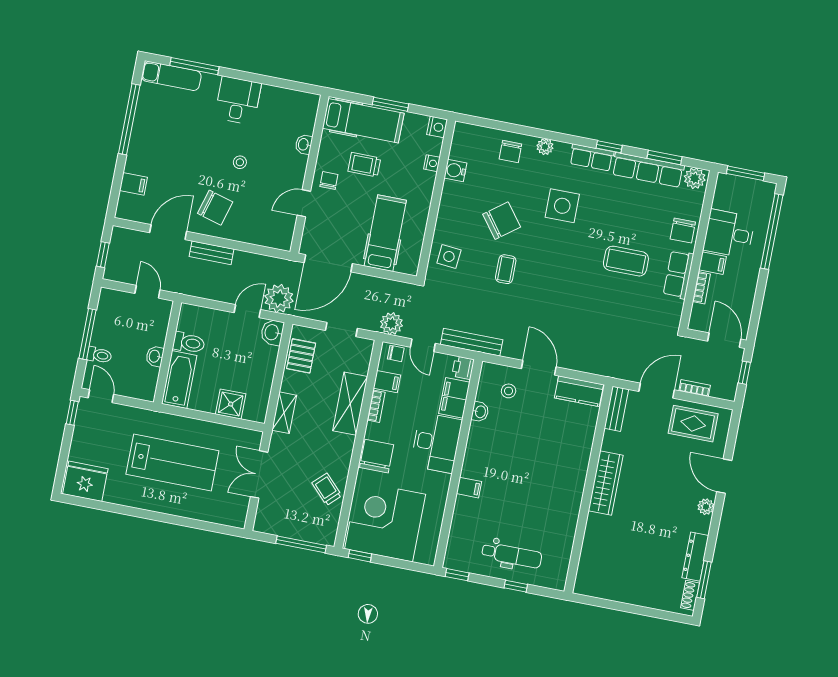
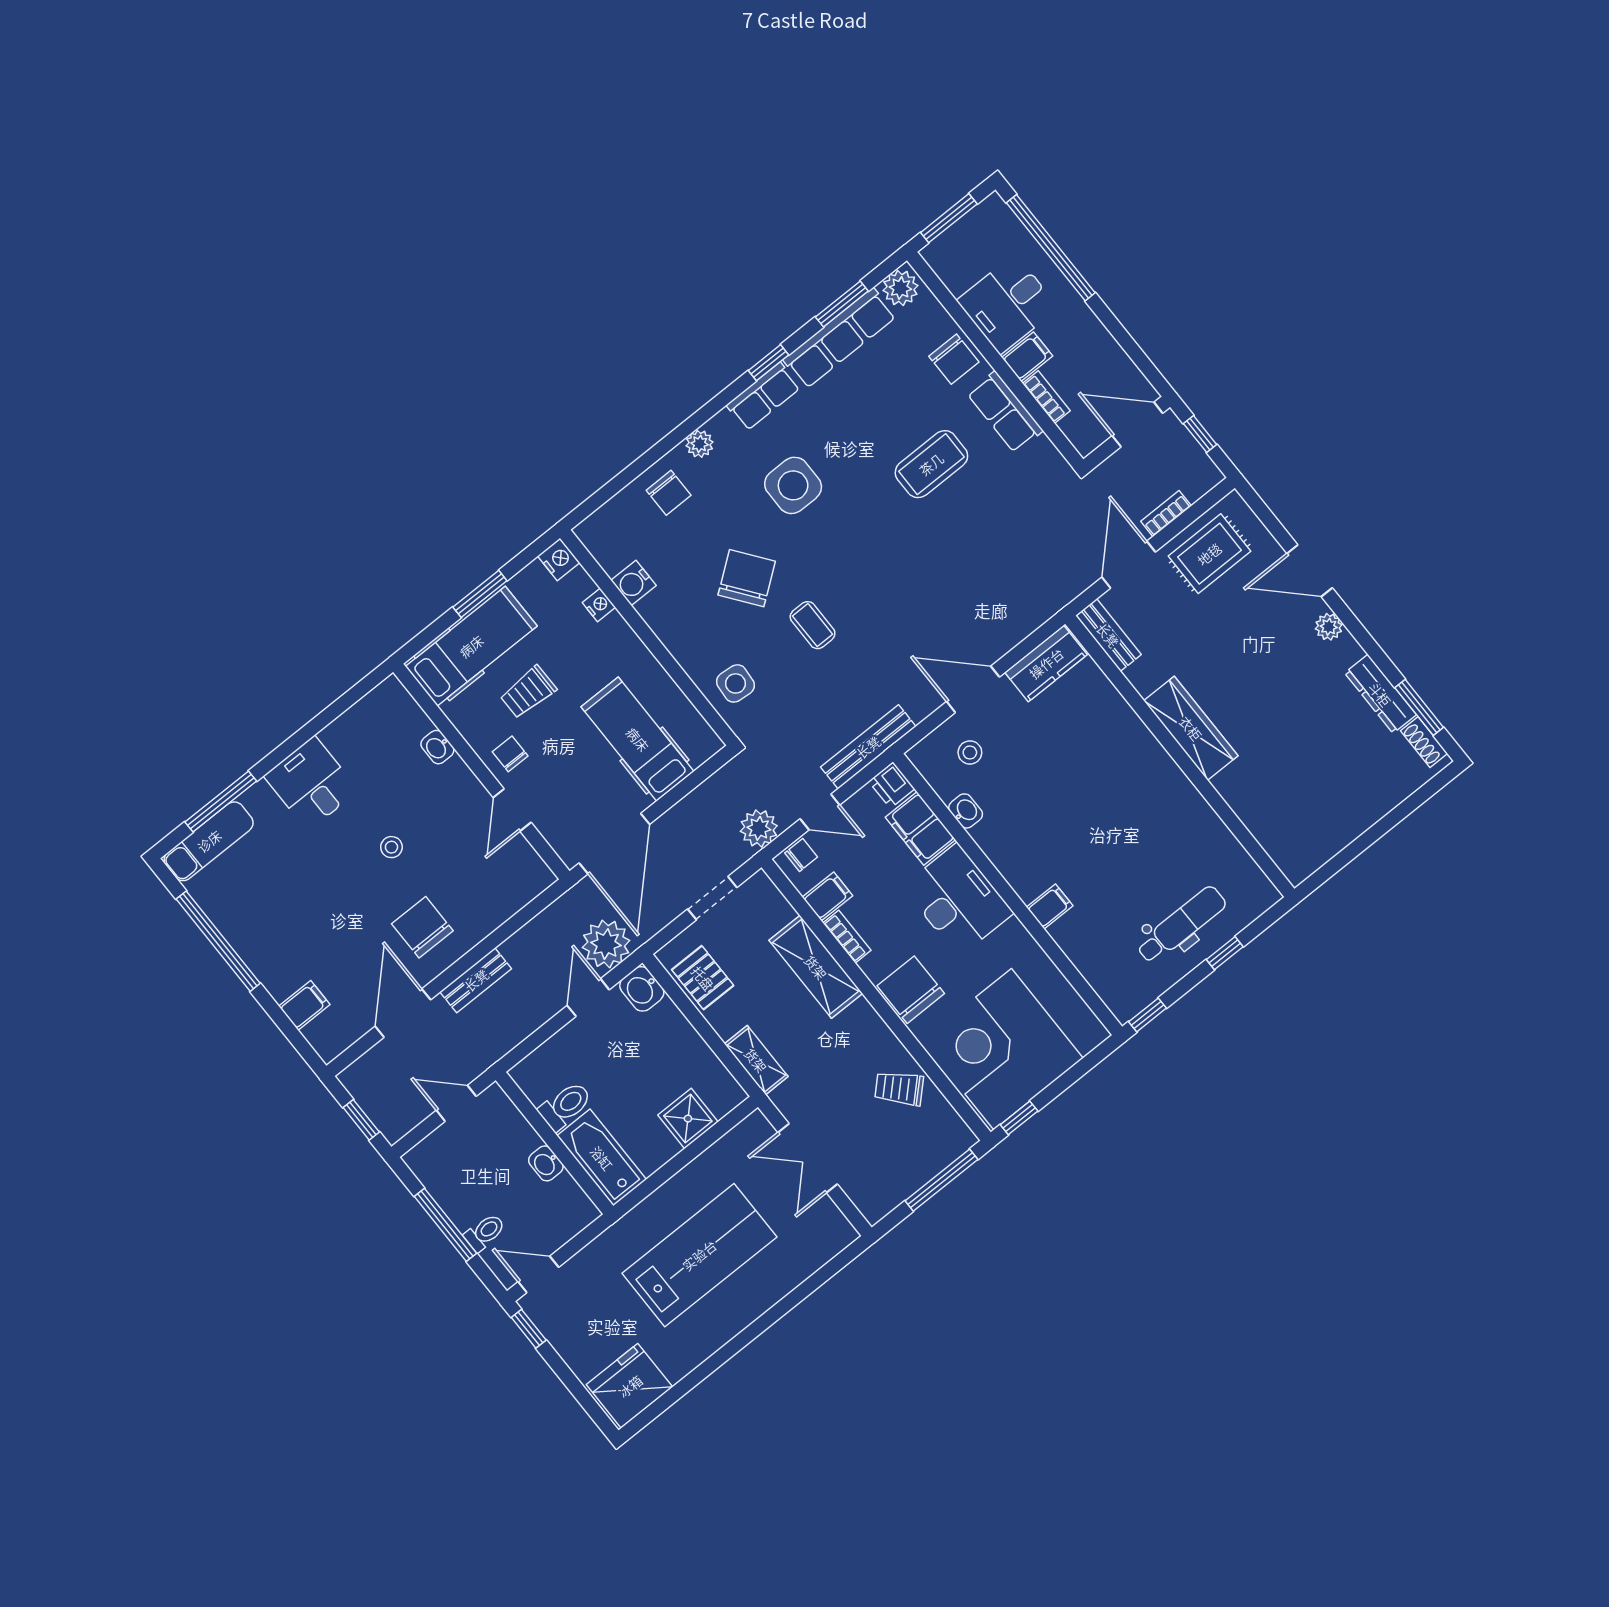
chair: (215, 208) -> (422, 927), turned -106

